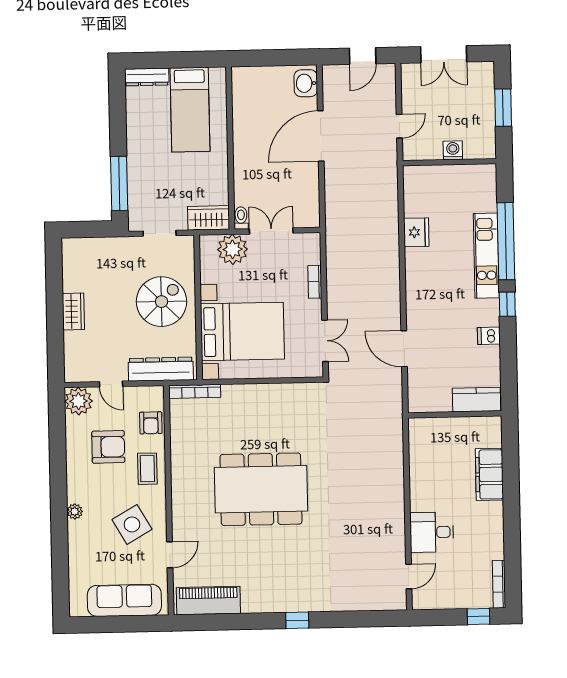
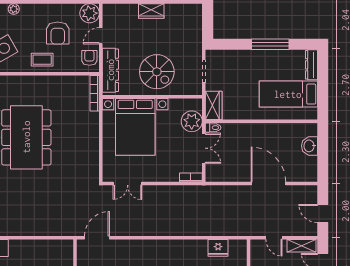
washbasin: (306, 83) -> (309, 146), moved, turned -90
shelving: (410, 86) -> (301, 246), added
window: (119, 183) -> (270, 44), moved
fridge: (416, 232) -> (218, 248), moved
bookcase: (315, 282) -> (191, 177), moved
door: (404, 349) -> (97, 238), moved
armchair: (151, 423) -> (89, 58), moved, turned 90

